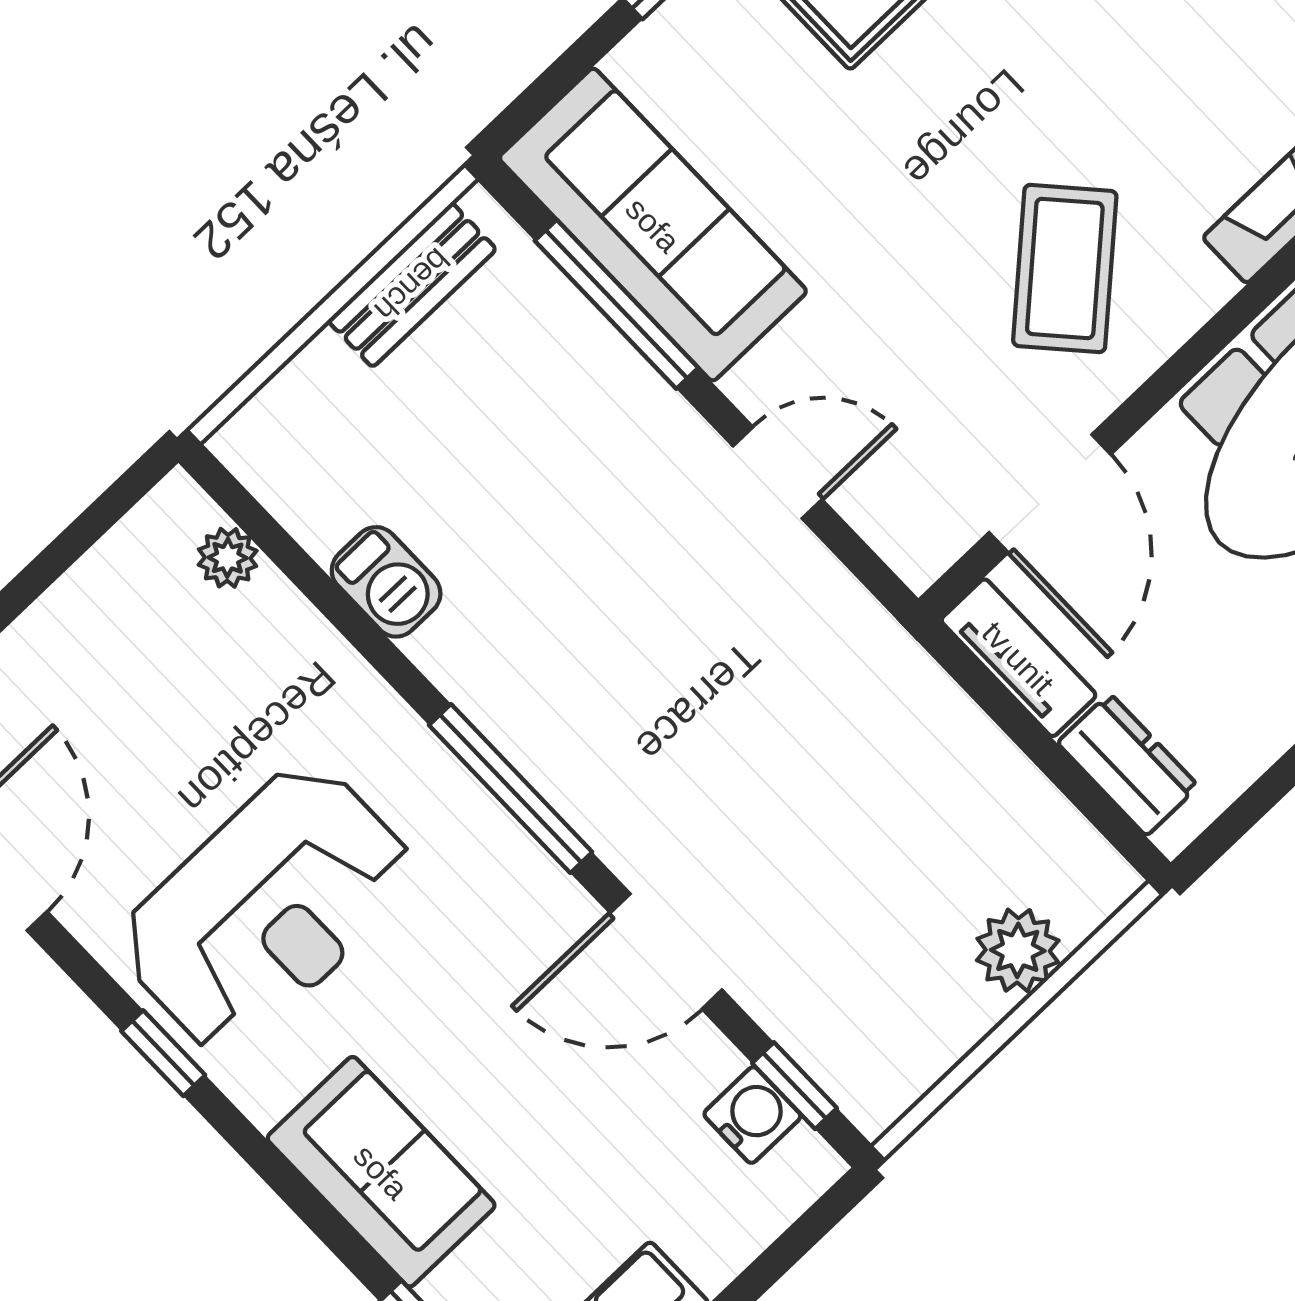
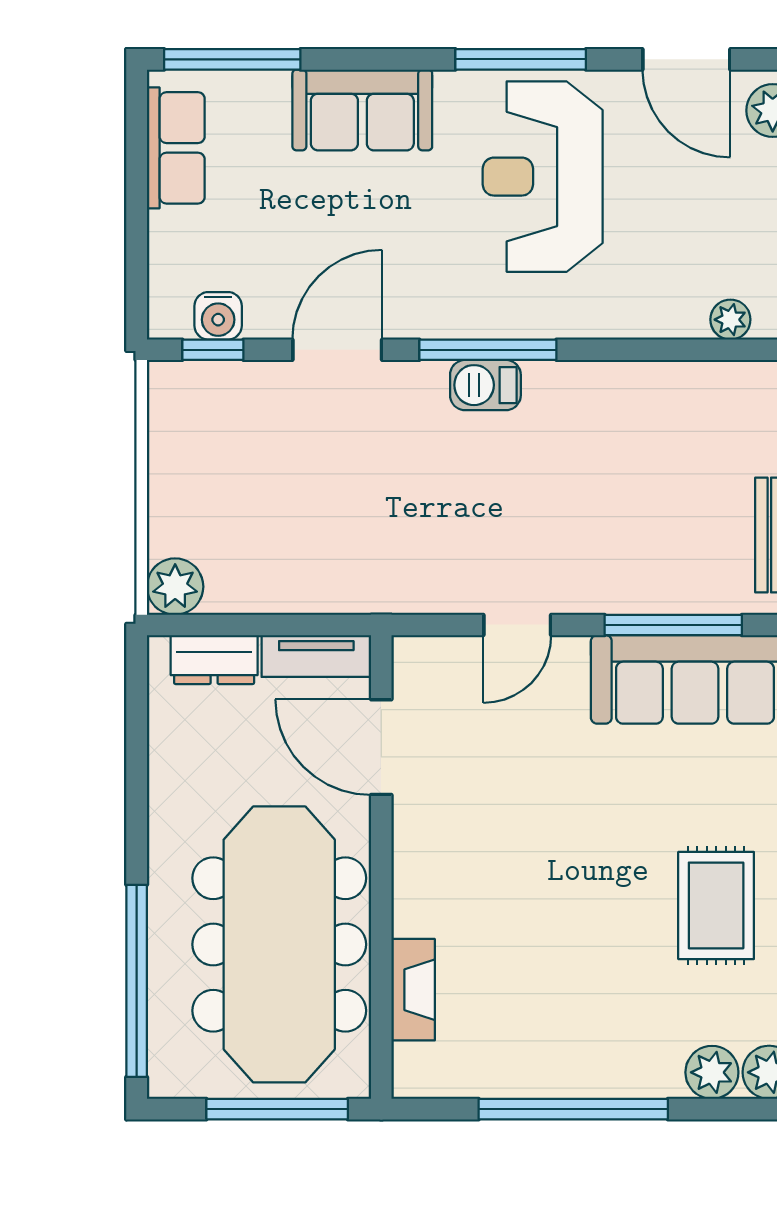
coffee table: (1065, 268) -> (483, 858), removed
barbecue: (386, 582) -> (485, 385), moved
plant: (1018, 950) -> (175, 587), moved
window: (163, 1053) -> (521, 59), width x2.17

